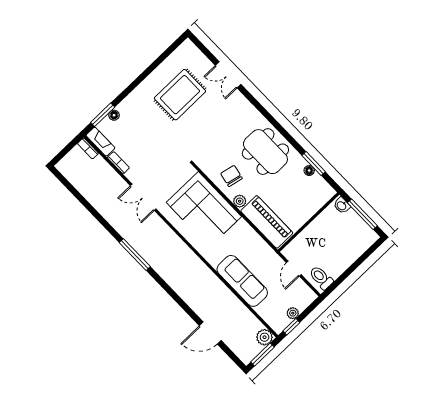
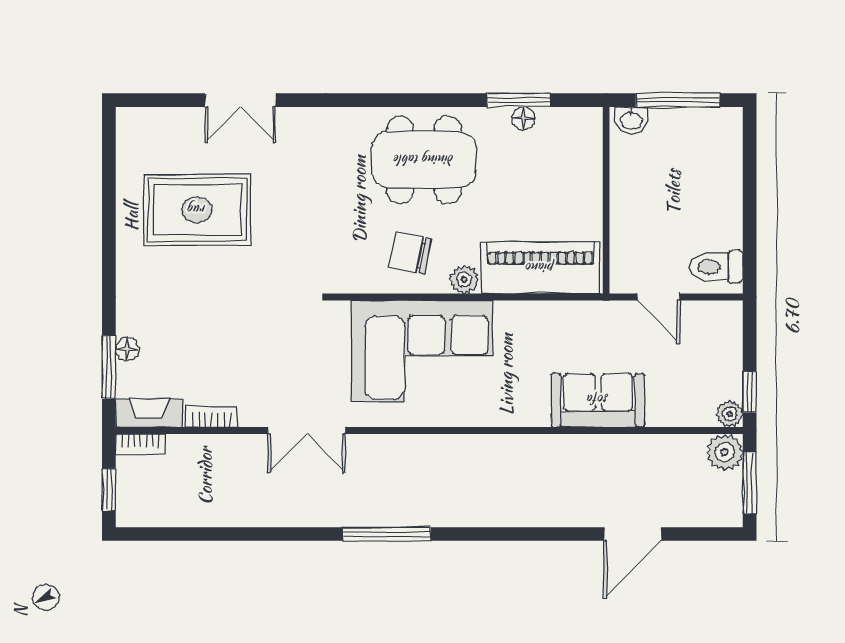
rug: (180, 95) -> (197, 210), turned 90
window: (64, 152) -> (109, 490), added
sofa: (242, 281) -> (598, 400), width x0.73
plant: (293, 313) -> (730, 414), moved

